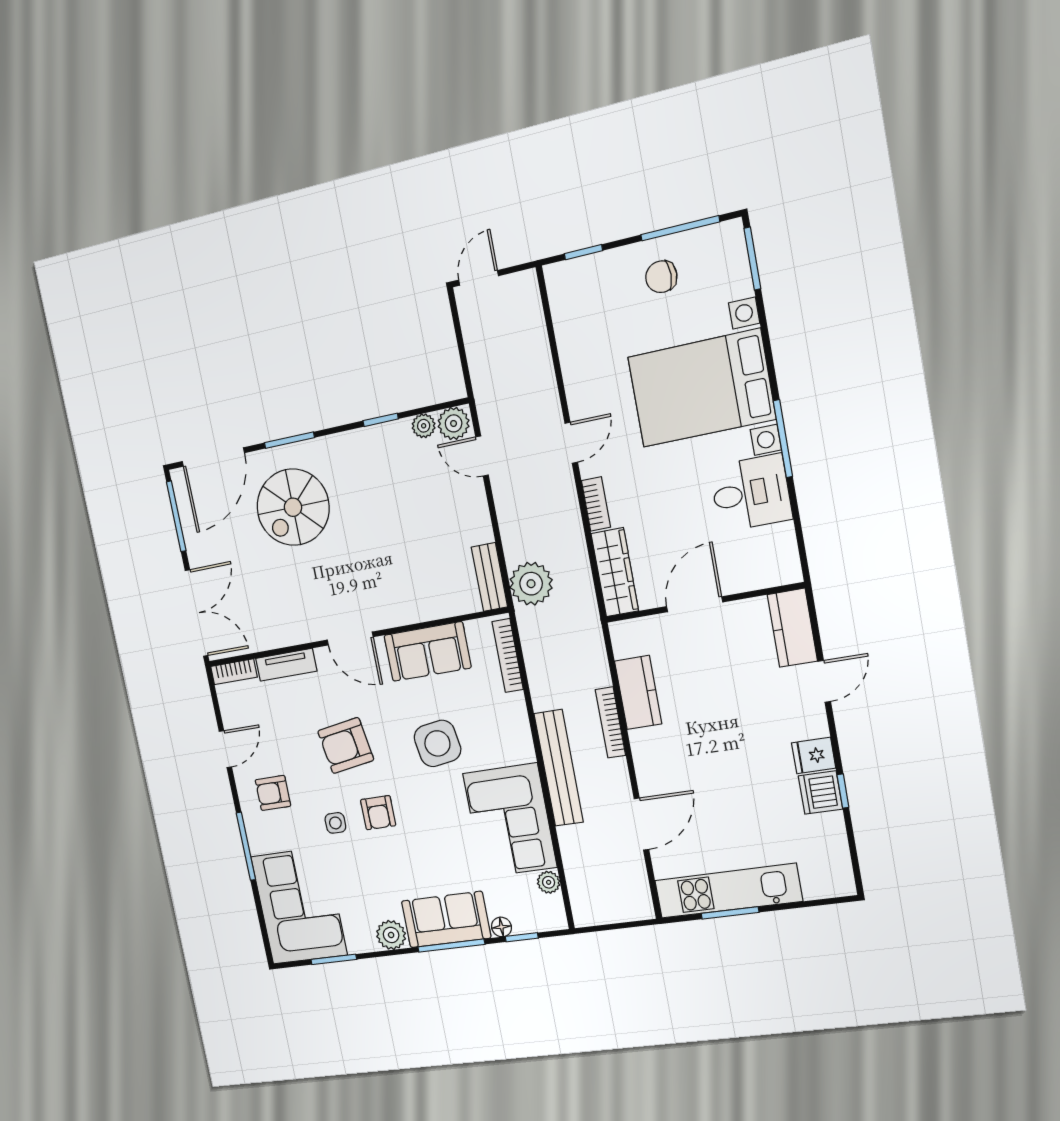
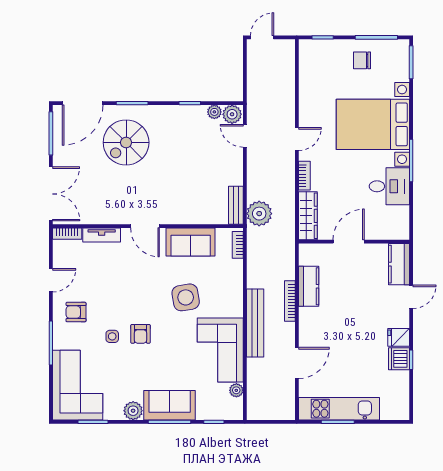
bookcase: (508, 656) -> (238, 245), width x0.64
armchair: (346, 745) -> (129, 290), removed
floor lamp: (501, 927) -> (203, 414), removed

